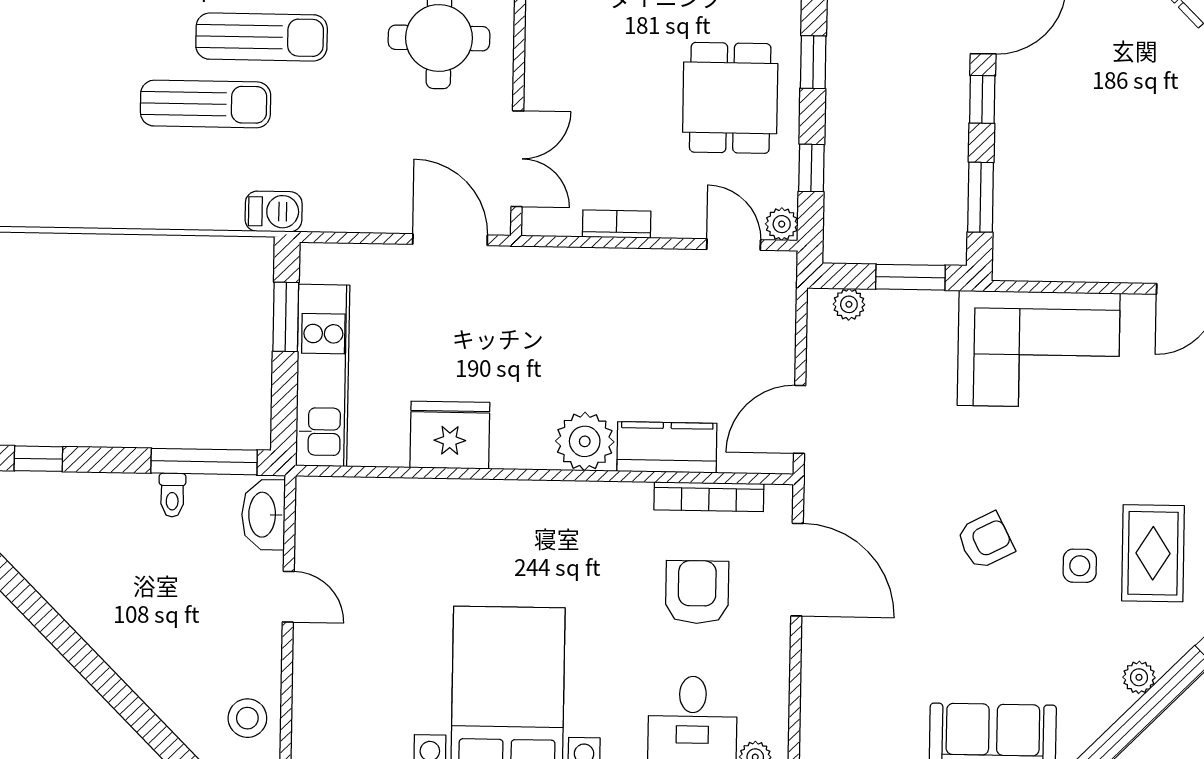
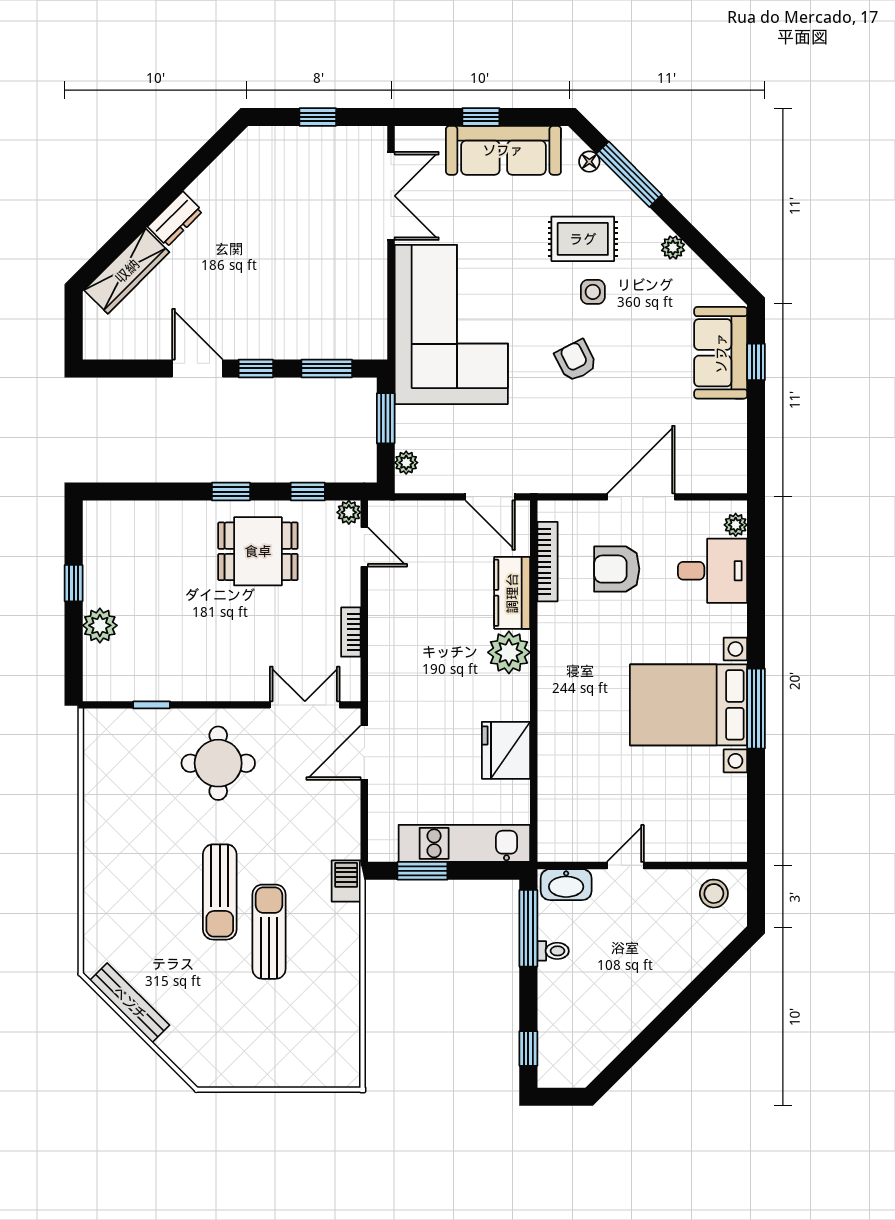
sun lounger: (262, 37) -> (220, 892), turned 180
door: (734, 245) -> (364, 547), swing flipped
corner sofa: (1039, 349) -> (451, 324), width x1.36, depth x1.36
door: (797, 570) -> (641, 497), moved

